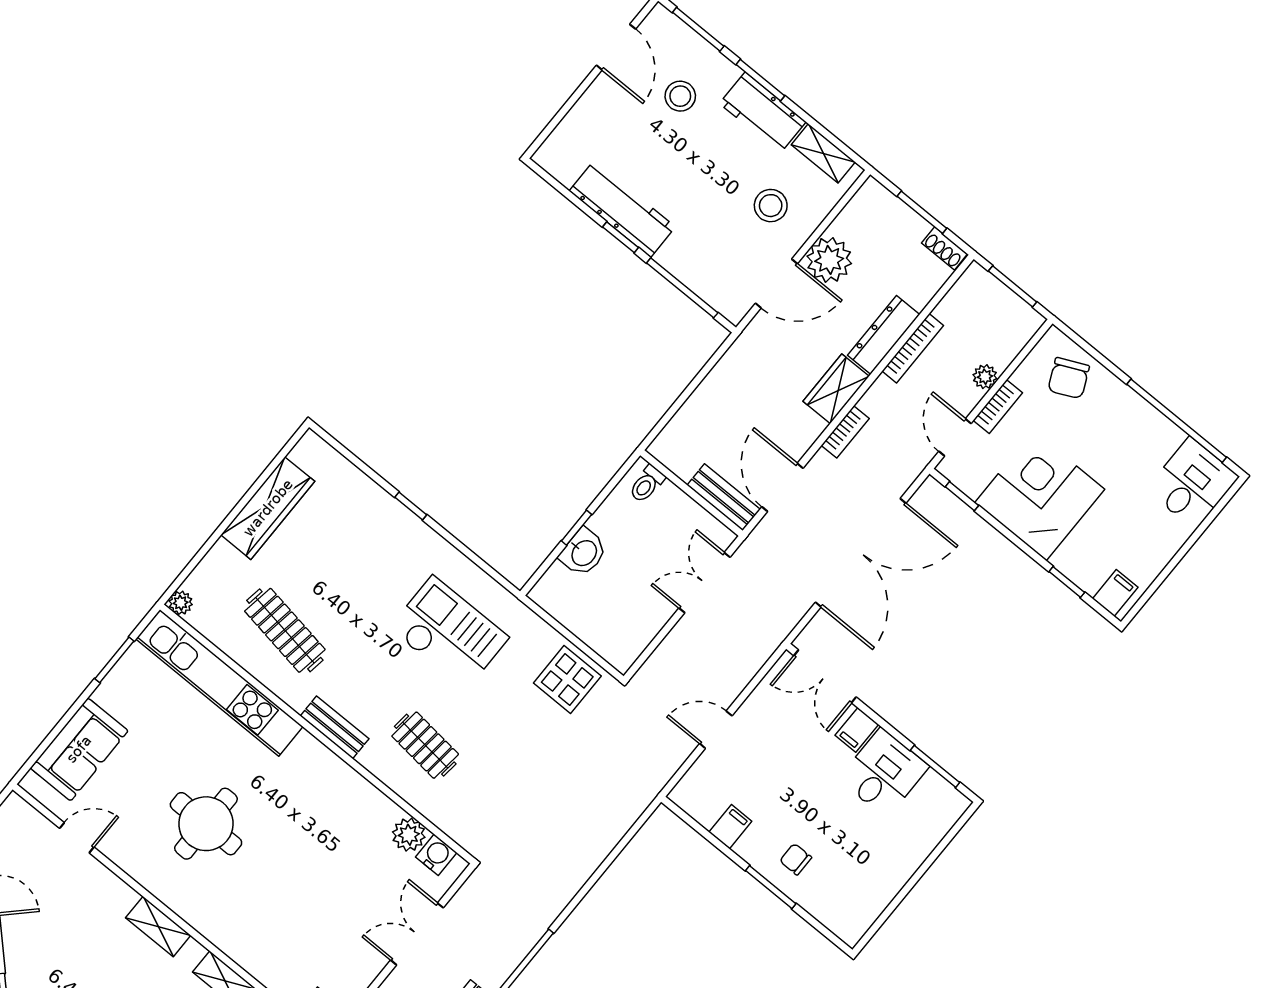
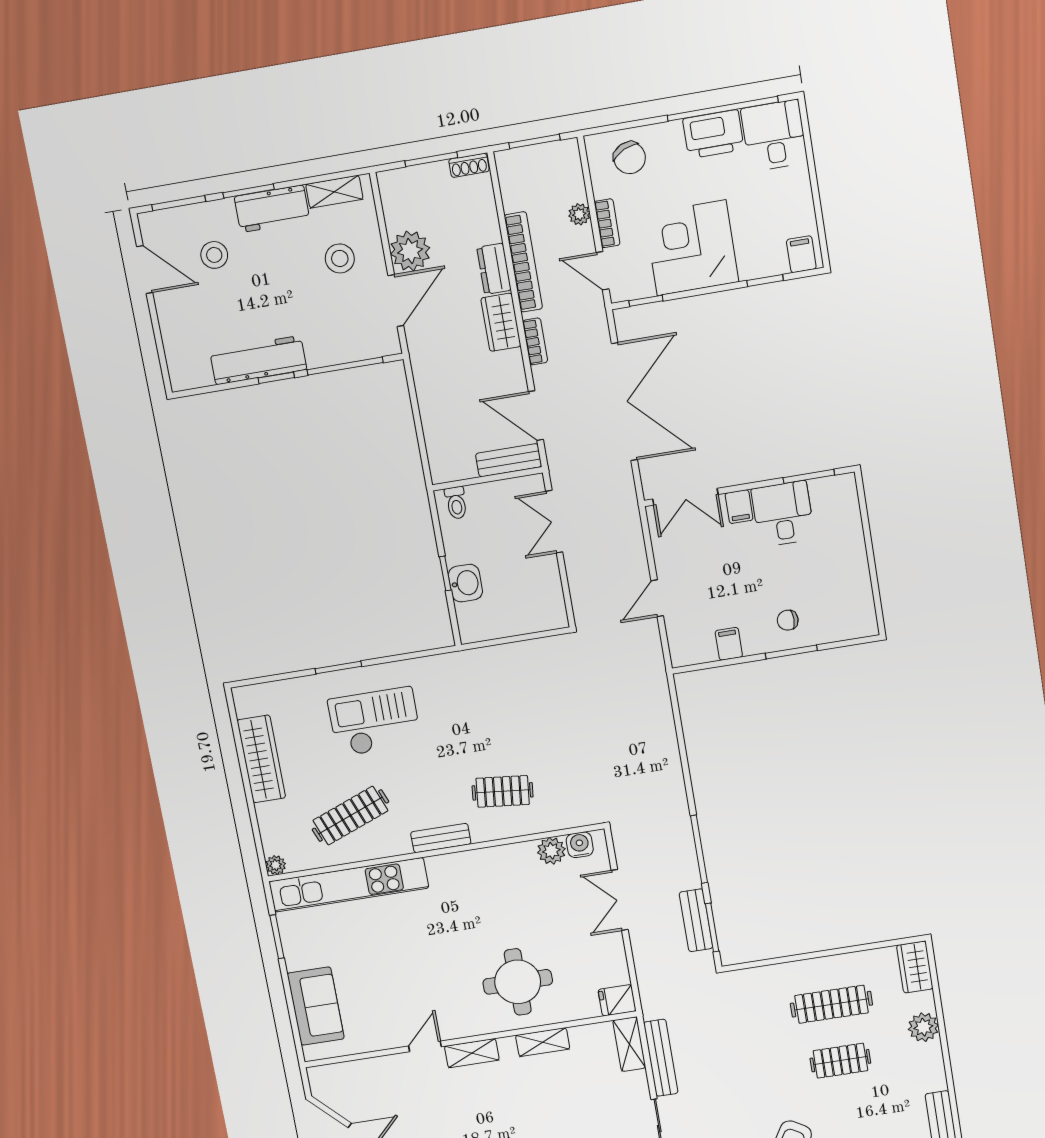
dresser: (884, 335) -> (494, 269), width x0.70
bookcase: (913, 348) -> (523, 262), width x1.48, depth x1.31
printer: (1149, 431) -> (713, 134), added
window: (411, 506) -> (338, 668), width x1.50
clothes rail: (285, 630) -> (350, 816), turned -30
checkout: (449, 633) -> (375, 722), moved
display table: (567, 679) -> (540, 665), removed
round table: (206, 824) -> (518, 982), moved
door: (77, 838) -> (425, 1046), moved

